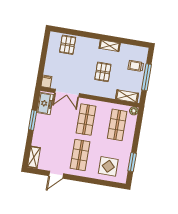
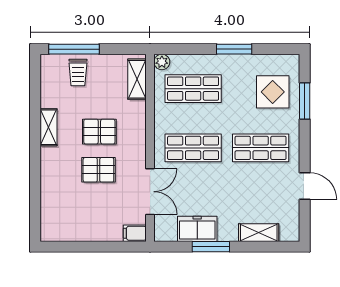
pallet: (68, 45) -> (98, 170), moved
window: (146, 77) -> (74, 49), moved
freezer: (45, 103) -> (197, 229), moved
shelving: (34, 157) -> (259, 233), moved
window: (132, 162) -> (234, 49), moved
window: (101, 182) -> (305, 101), added

